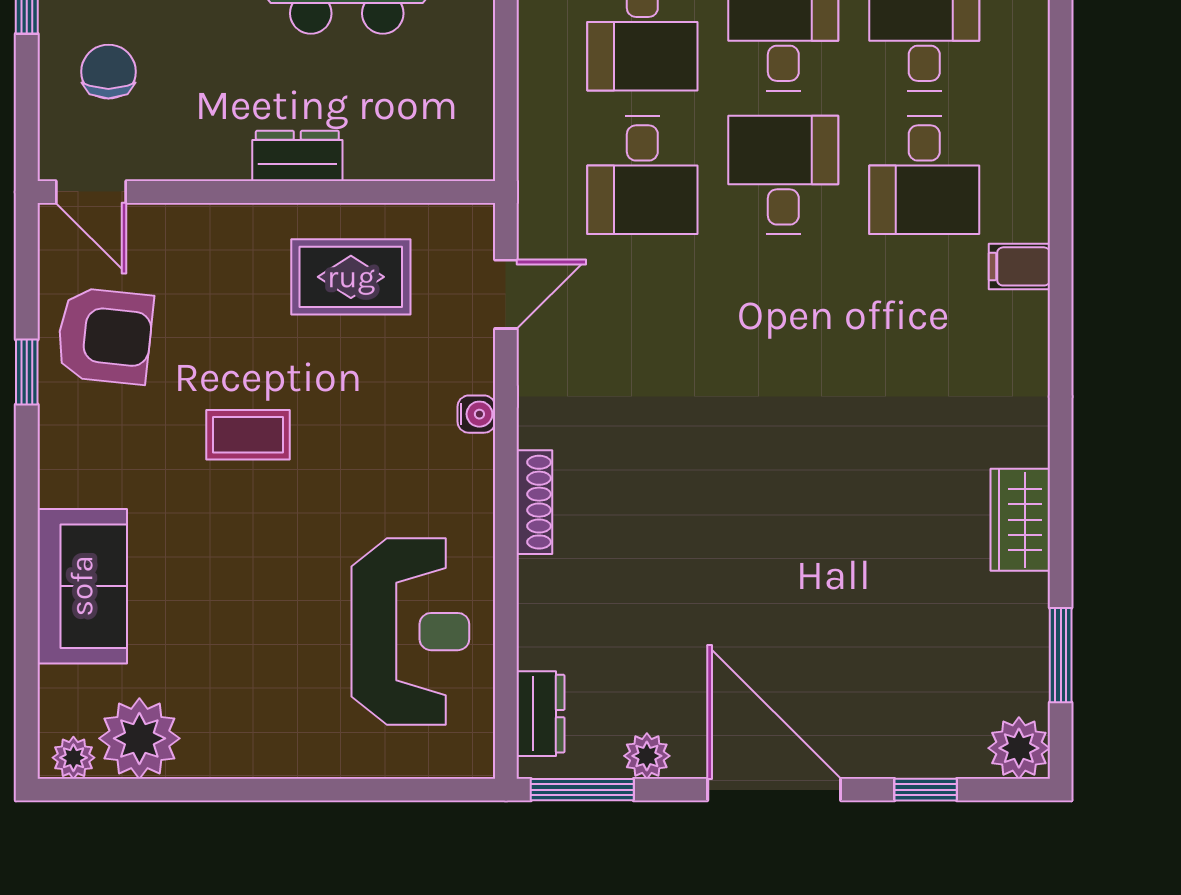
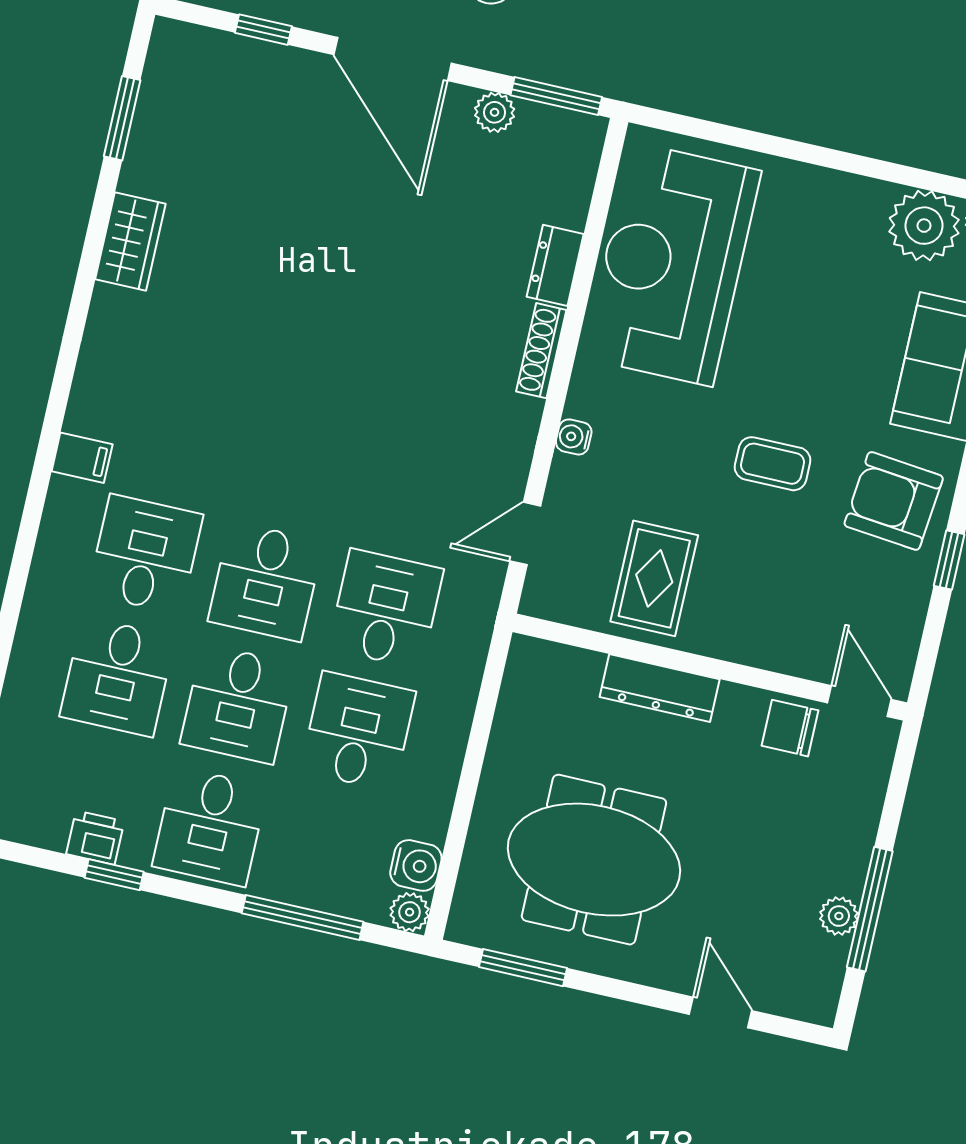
chair: (108, 72) -> (790, 728), moved, turned 90
dresser: (297, 156) -> (660, 688), width x1.44
rug: (351, 277) -> (654, 578), turned 90
armchair: (105, 336) -> (894, 501), moved
reception desk: (410, 632) -> (672, 264), width x1.36, depth x1.30
dresser: (541, 714) -> (555, 265), moved
plant: (1019, 748) -> (176, 47), removed

